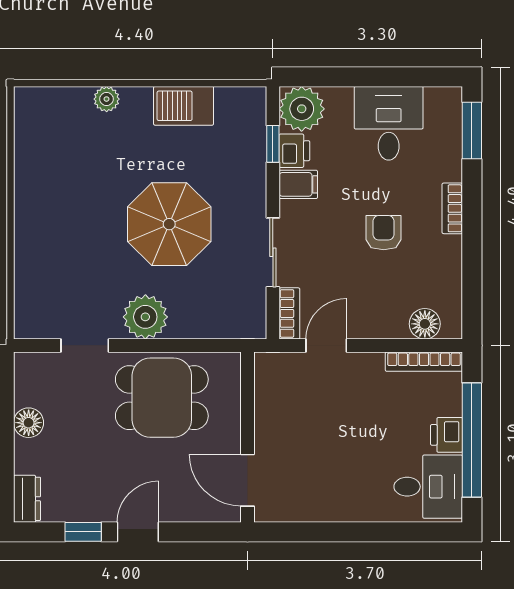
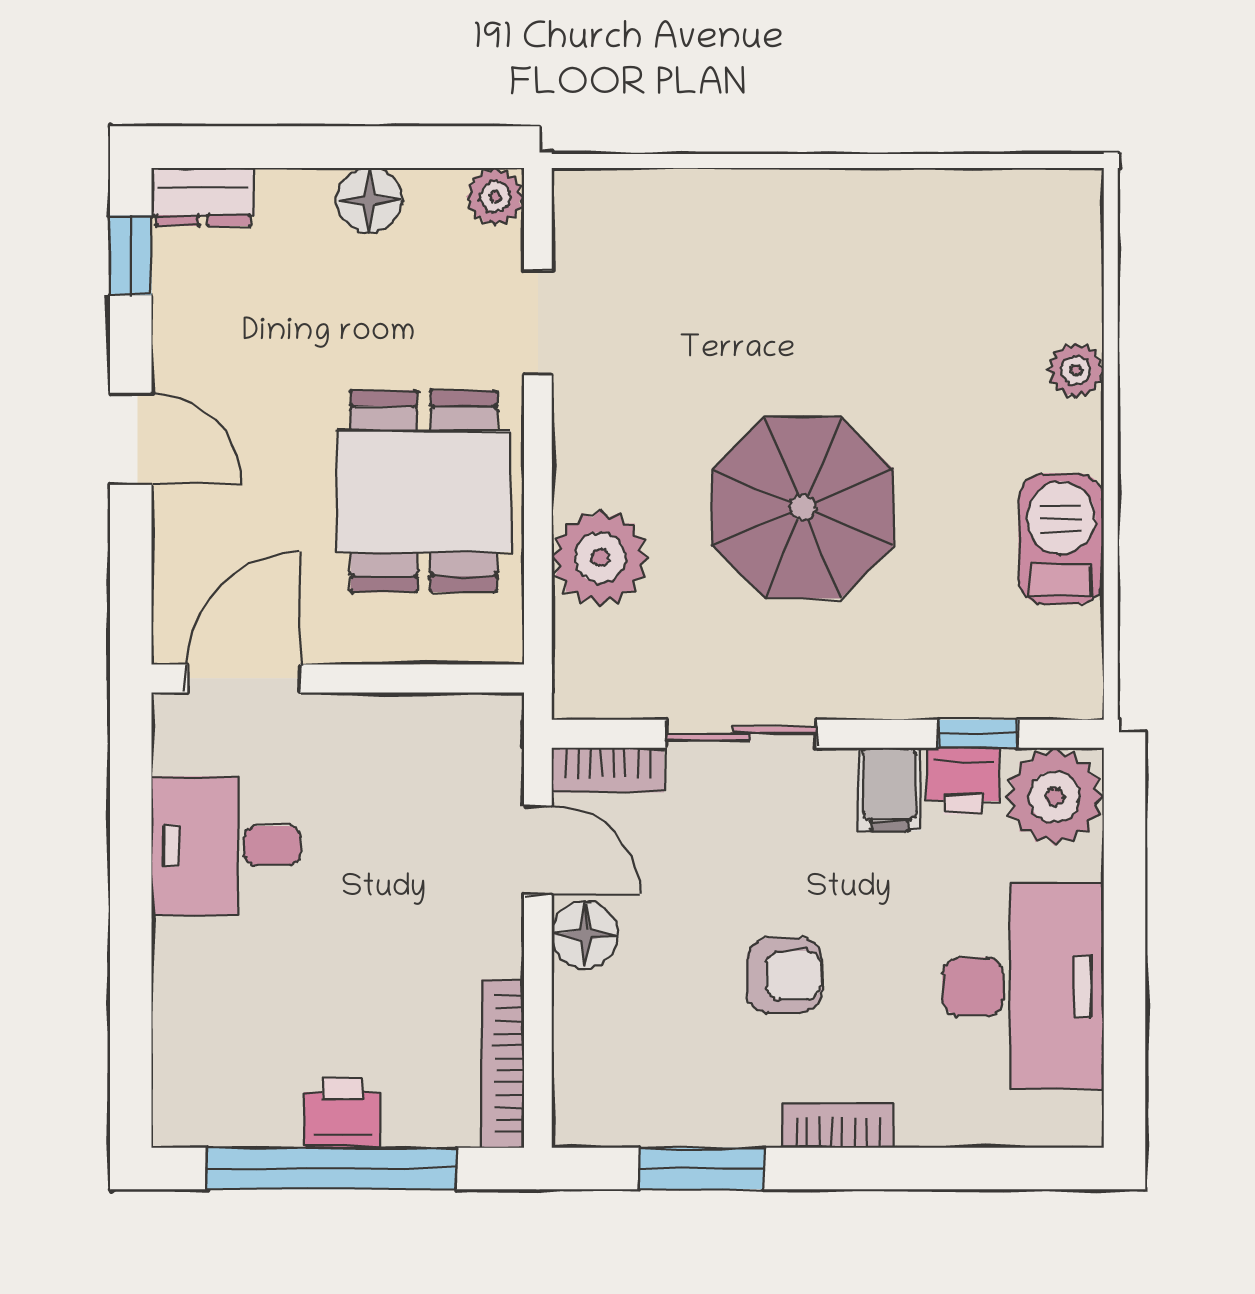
desk: (389, 123) -> (1023, 987), width x1.37
window: (472, 130) -> (702, 1168), moved
plant: (145, 317) -> (600, 558), moved
floor lamp: (425, 324) -> (585, 935), moved
plant: (27, 365) -> (495, 197), added
desk: (428, 487) -> (226, 846), moved, turned 90
window: (83, 532) -> (131, 255), moved

